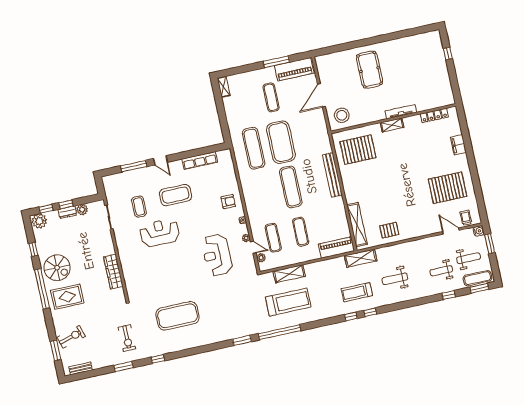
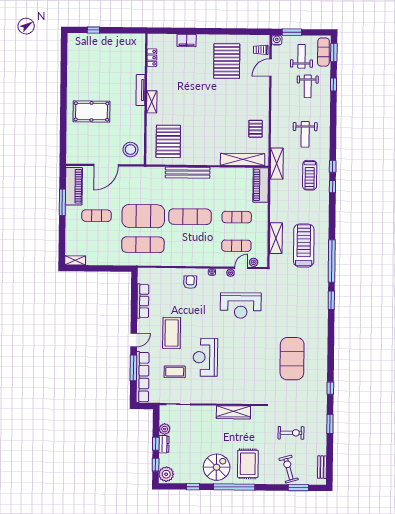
door: (321, 95) -> (106, 165), hinge flipped
locker: (434, 115) -> (152, 58), width x0.66
row of seats: (127, 177) -> (143, 377), added
exercise bike: (127, 338) -> (291, 433), moved

